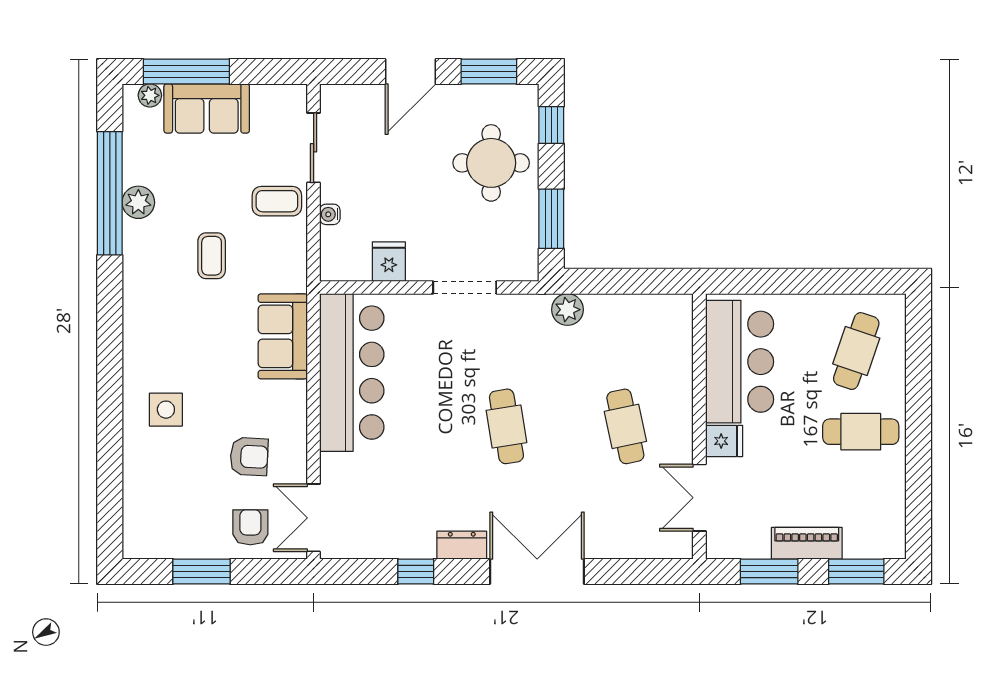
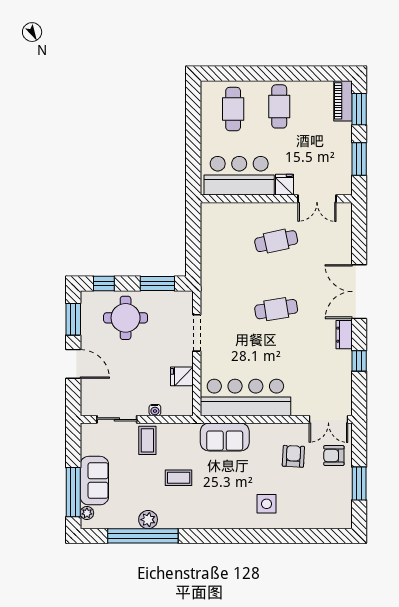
plant: (567, 310) -> (209, 274), removed
cafe table: (856, 351) -> (233, 109), turned 71
piano: (807, 543) -> (343, 101), moved

